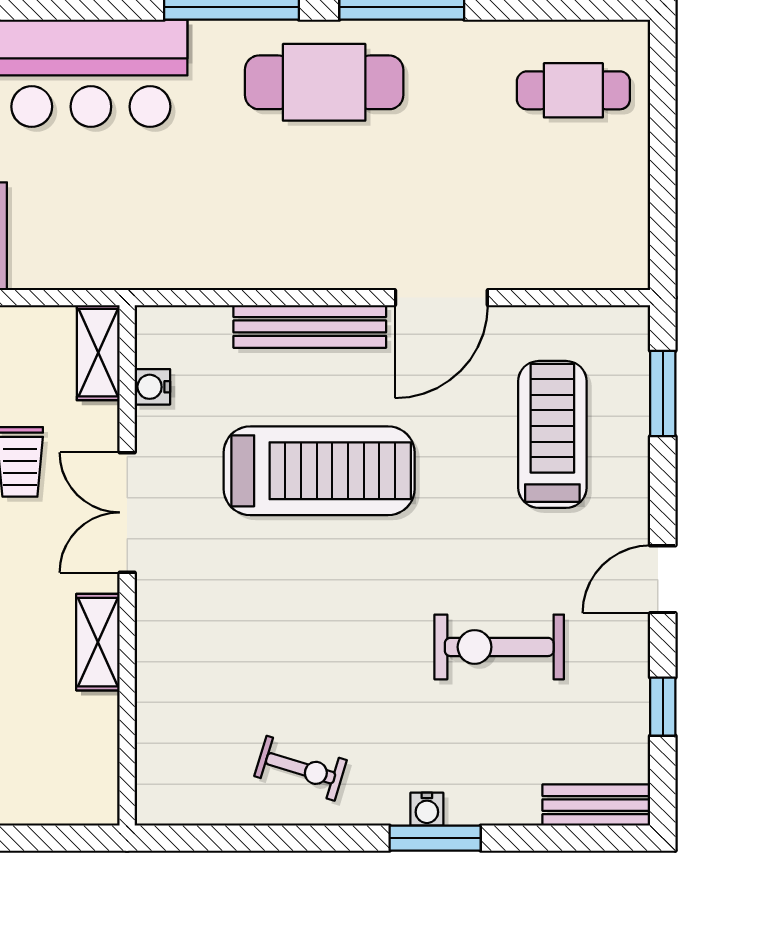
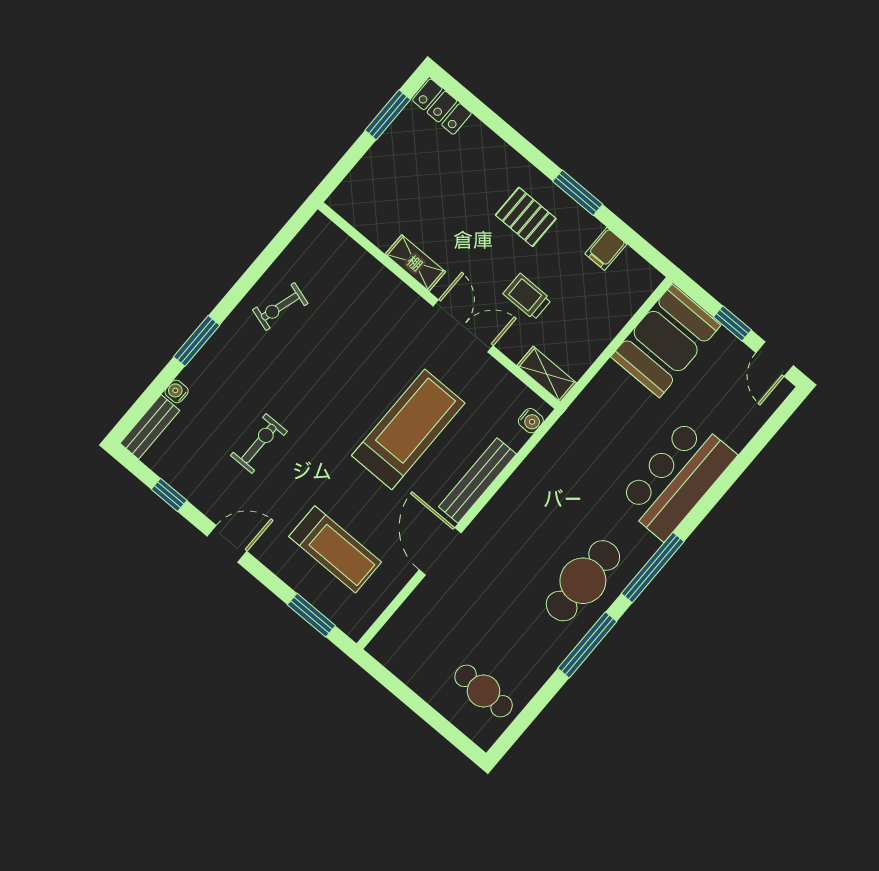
cafe table: (573, 90) -> (484, 691), turned 90
water cooler: (152, 387) -> (531, 421), moved, turned 90
treadmill: (319, 471) -> (408, 429), turned 180
door: (663, 579) -> (227, 544), hinge flipped
exercise bike: (499, 647) -> (259, 443), width x0.73, depth x0.72
water cooler: (427, 809) -> (177, 391), moved

